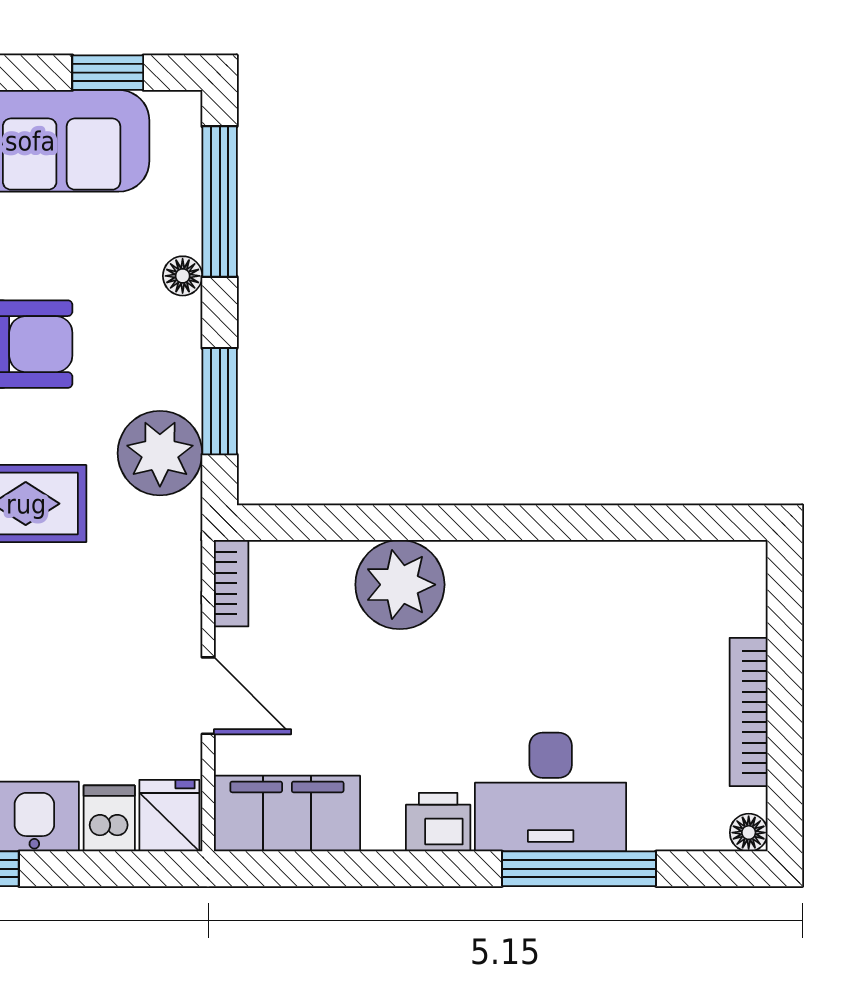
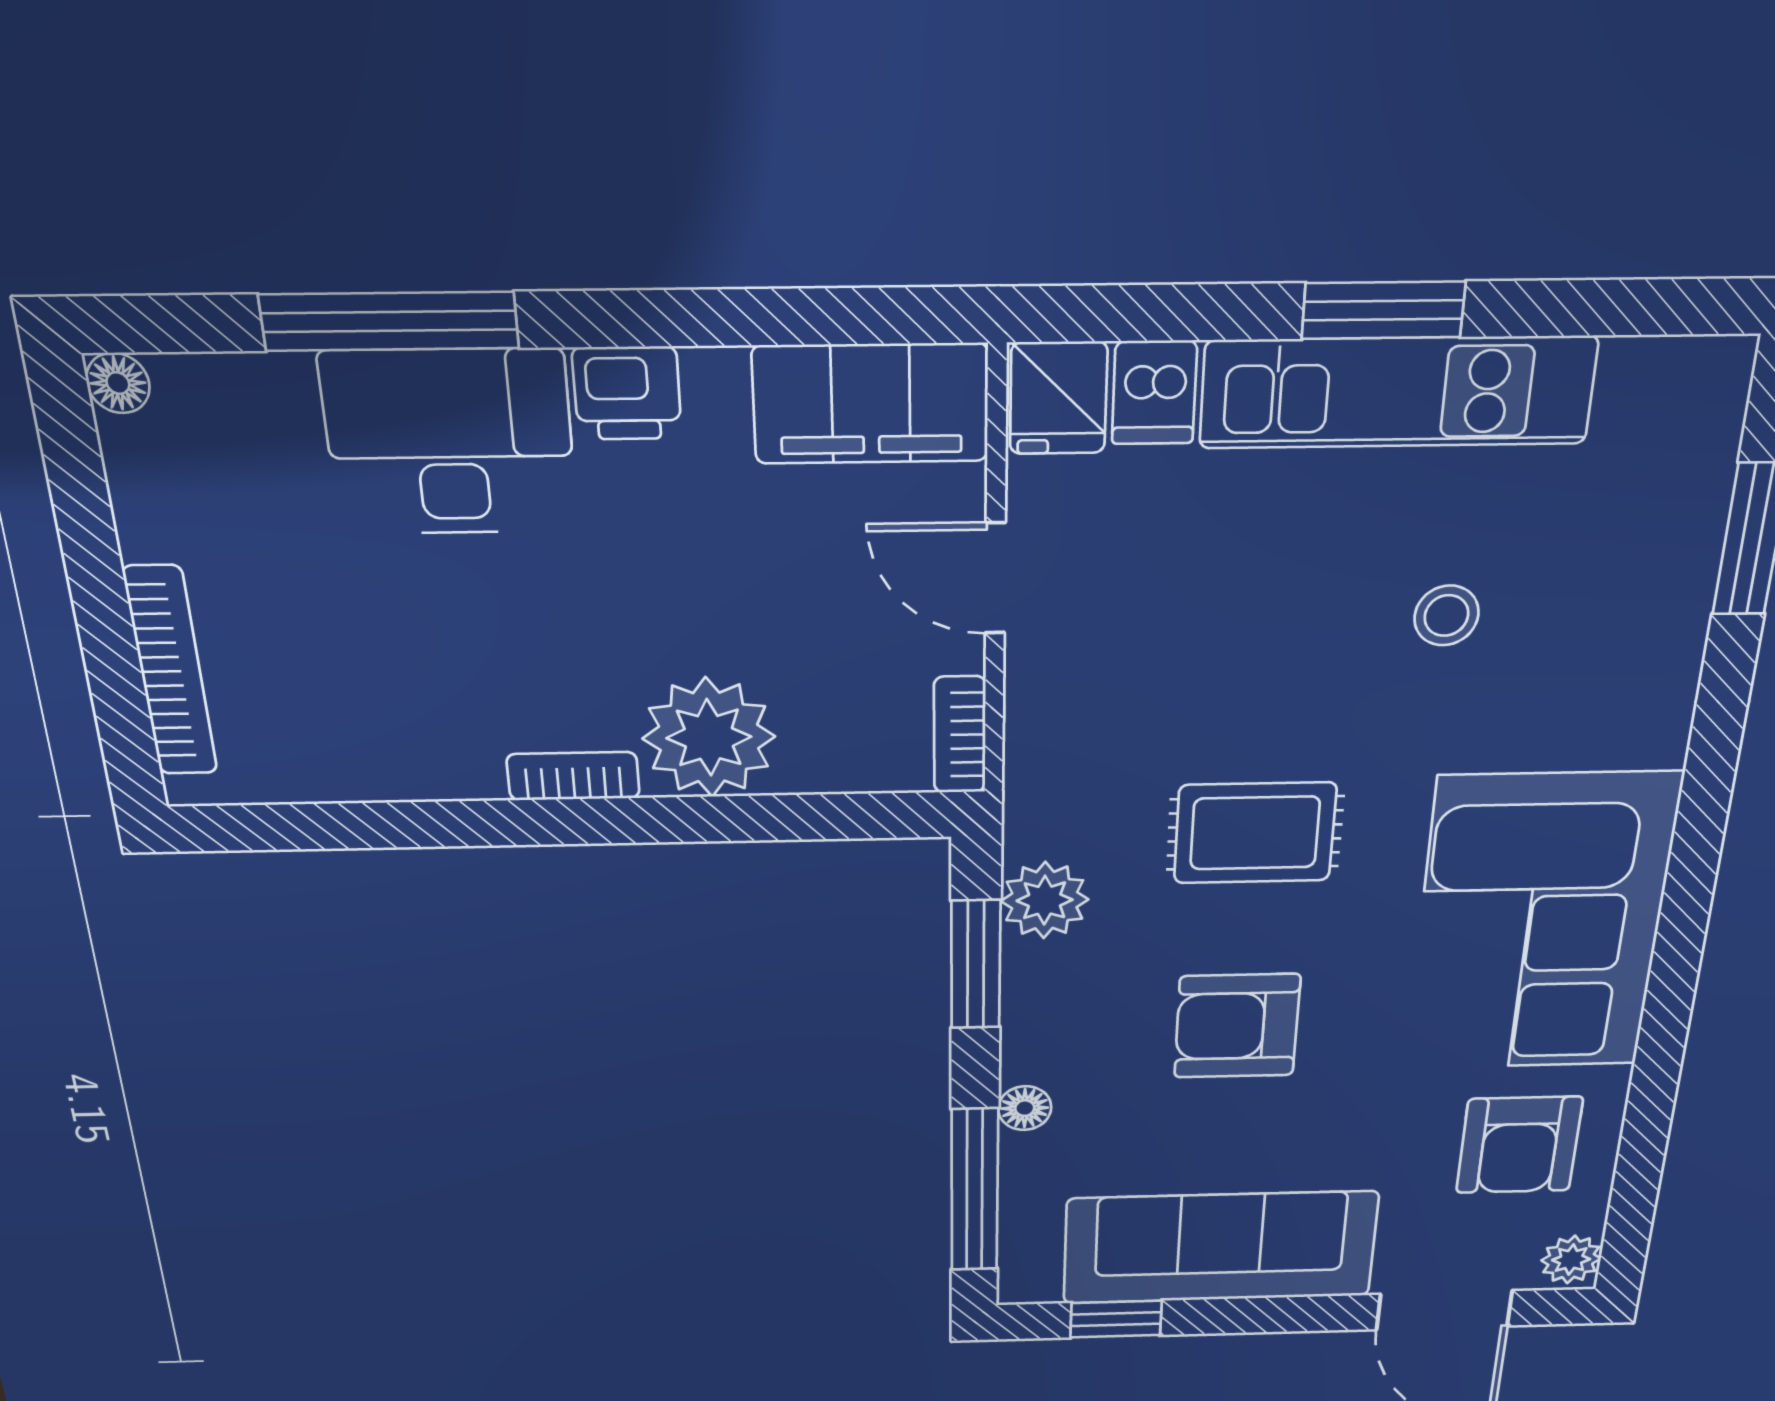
plant: (160, 453) -> (1045, 900), width x0.73, depth x0.73
bookcase: (493, 557) -> (573, 776), added
bookcase: (749, 712) -> (171, 671), moved

